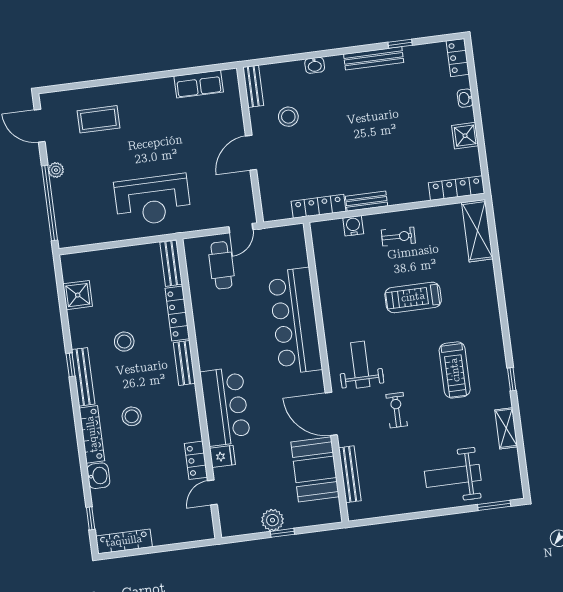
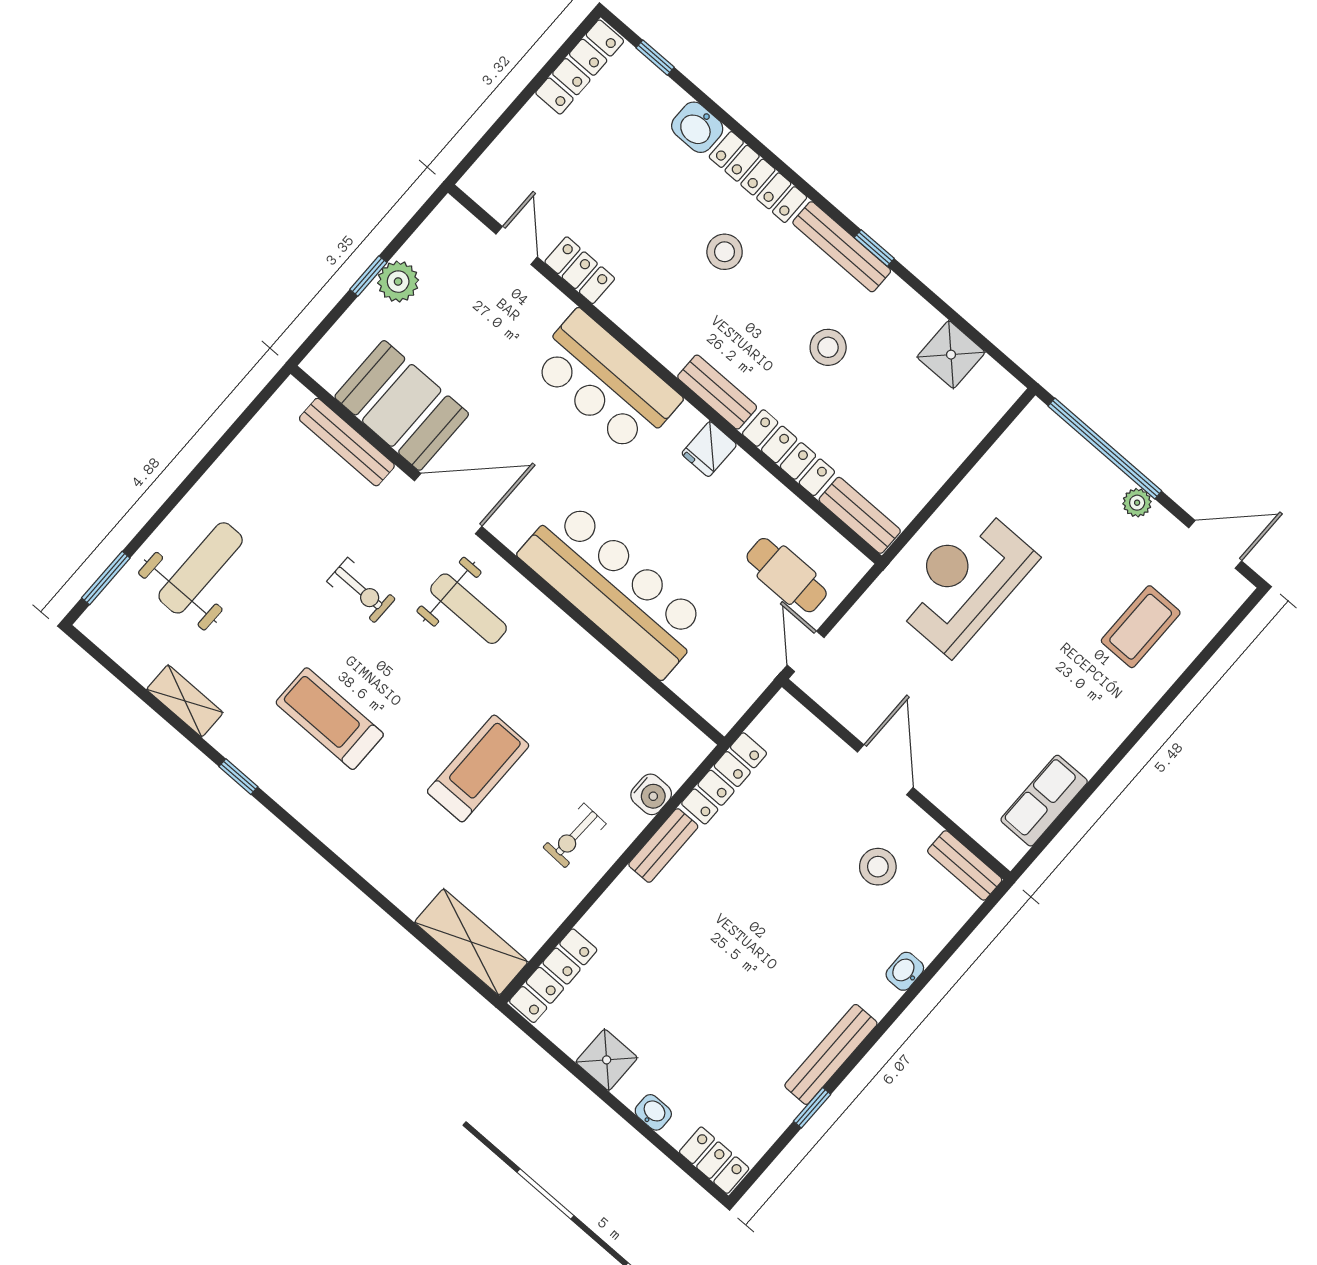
fridge: (222, 456) -> (709, 449), moved

